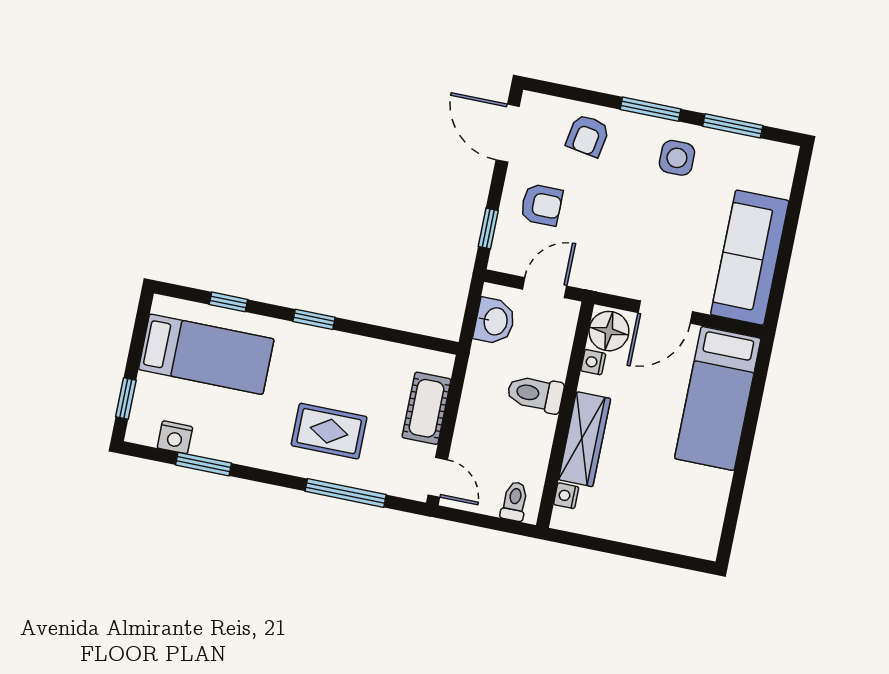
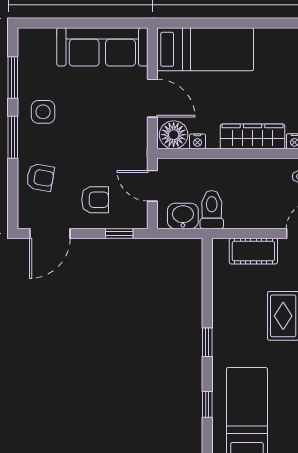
armchair: (542, 205) -> (95, 200), turned 90
toilet: (535, 394) -> (212, 210), moved, turned 180

